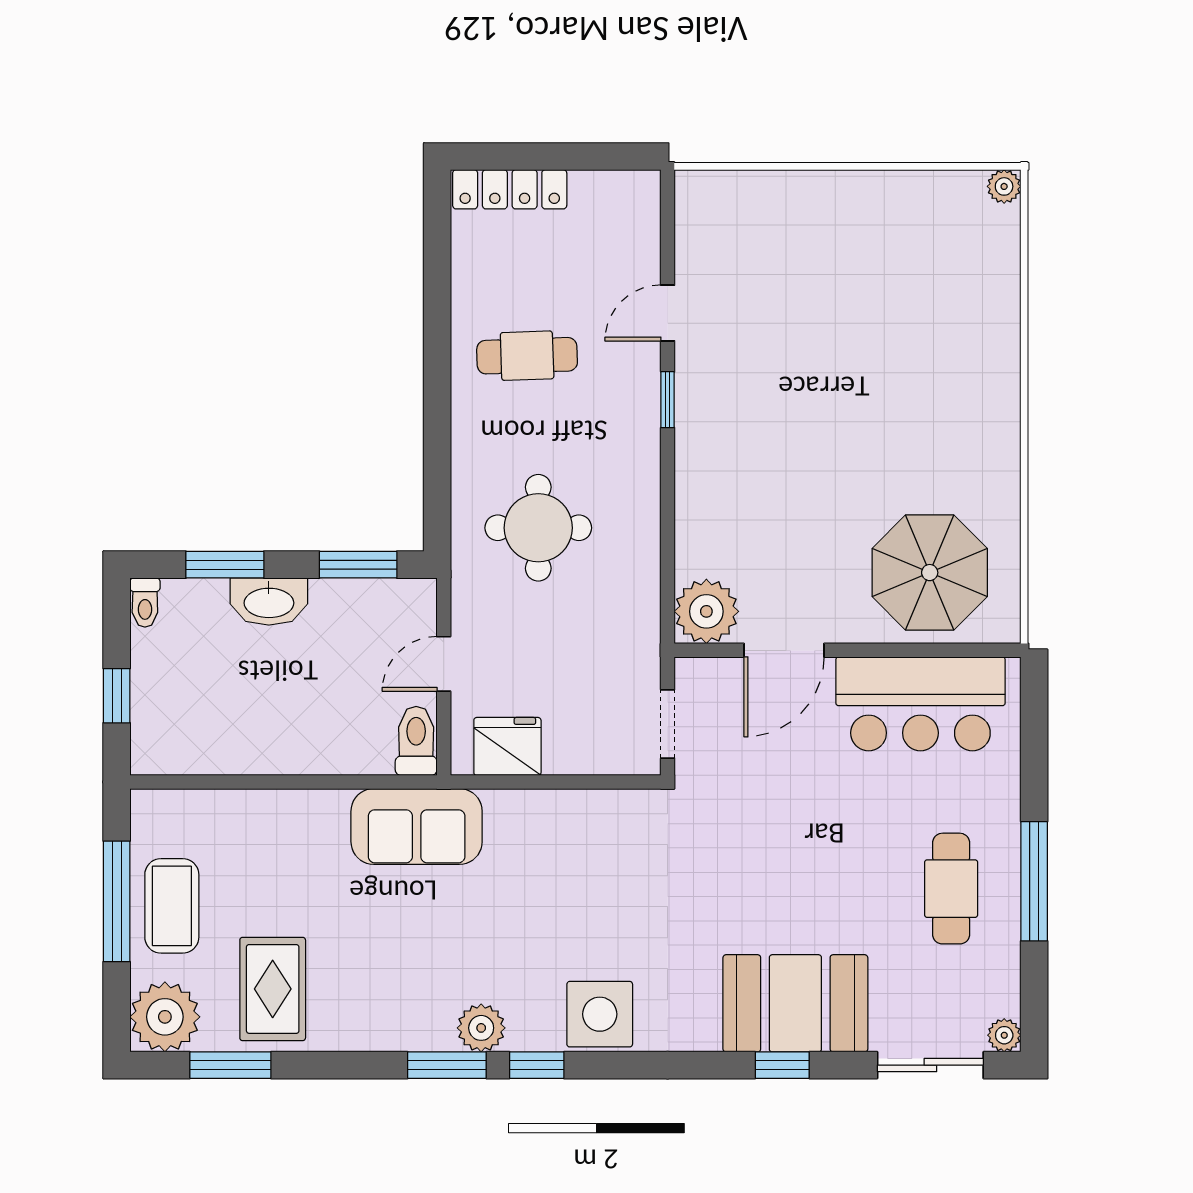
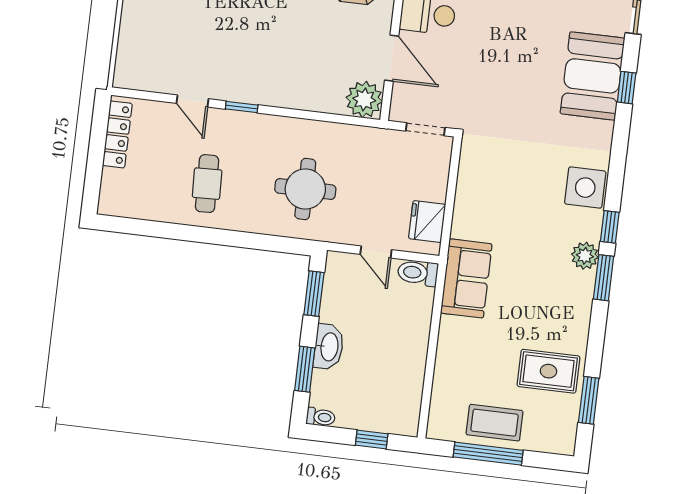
locker: (510, 189) -> (117, 134), moved
plant: (165, 1017) -> (557, 434), removed

